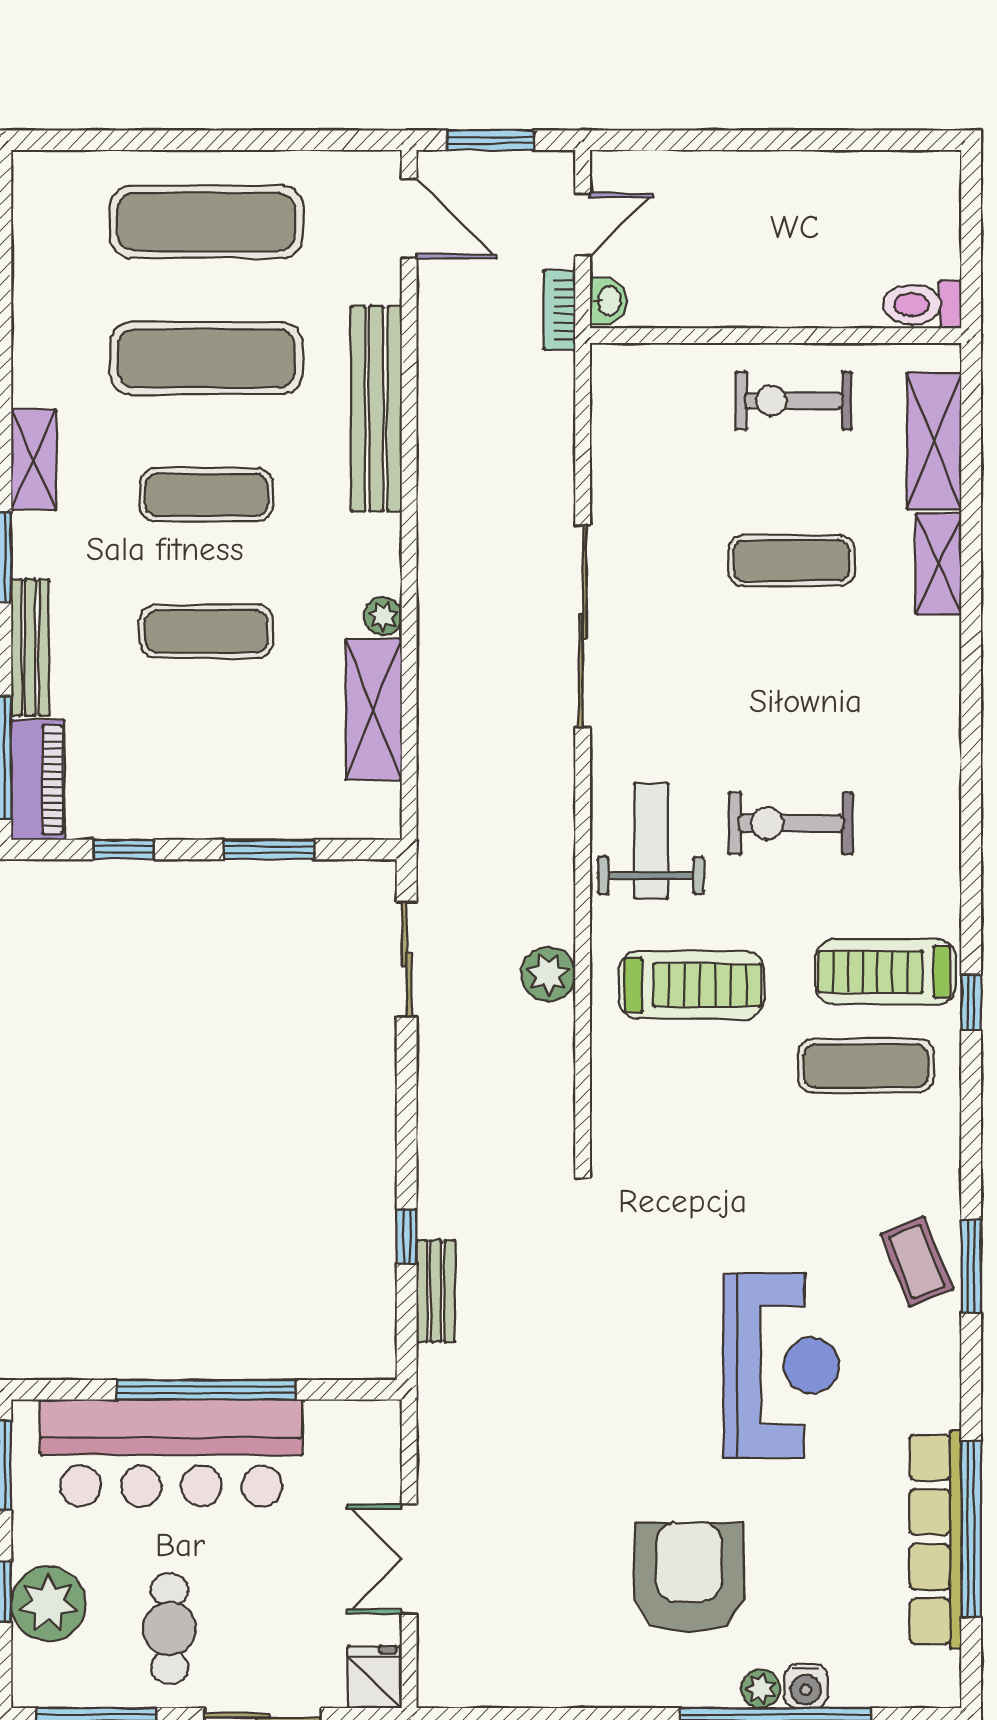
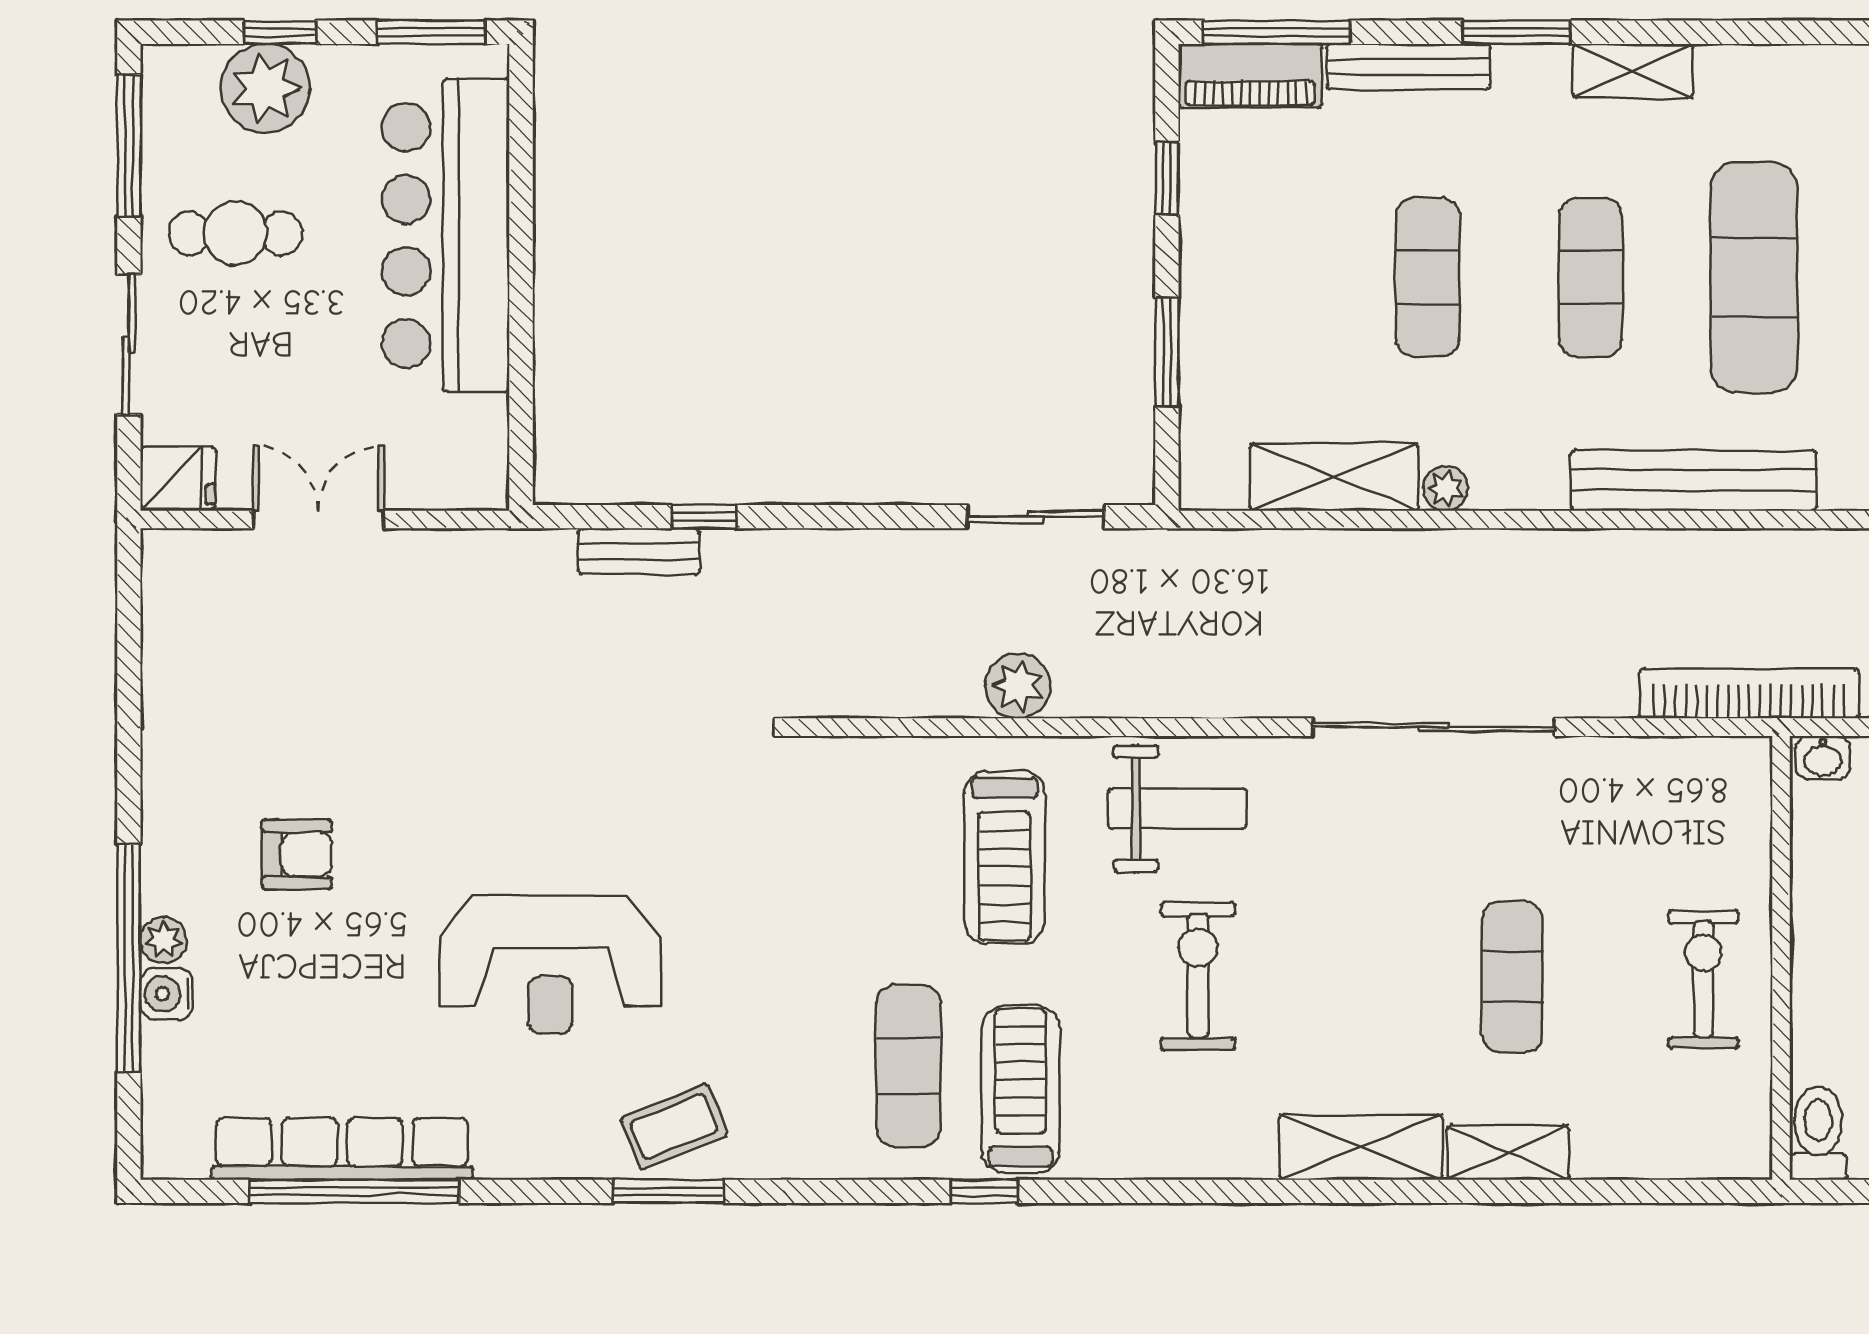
bookcase: (560, 310) -> (1749, 694), width x2.31, depth x1.31
shelving: (934, 441) -> (1361, 1147), moved
window: (206, 1390) -> (521, 277), removed
armchair: (689, 1577) -> (297, 854), width x0.53, depth x0.53

